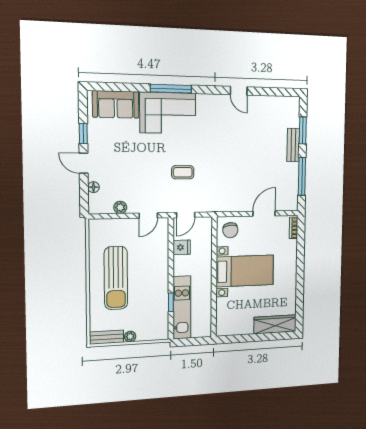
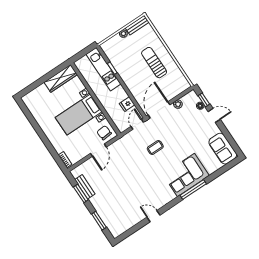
sofa: (116, 104) -> (223, 149), moved, turned -90
window: (83, 133) -> (204, 100), moved
bench: (293, 145) -> (85, 187), moved
window: (302, 176) -> (81, 193), width x0.69
door: (264, 214) -> (98, 150), moved
door: (148, 216) -> (159, 110), width x1.88
sun lounger: (116, 278) -> (154, 63), width x0.73, depth x0.75
wardrobe: (275, 324) -> (61, 78), moved

